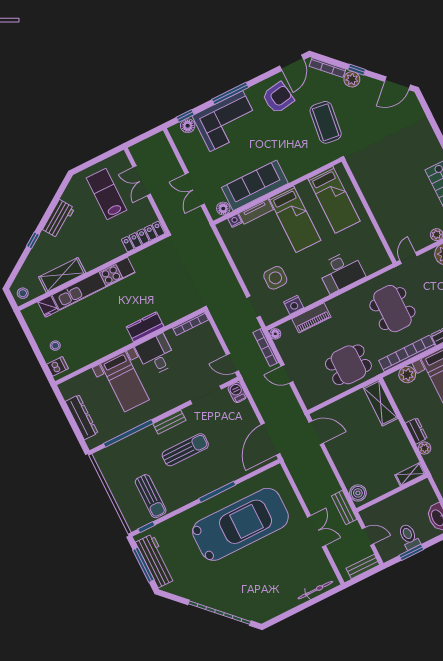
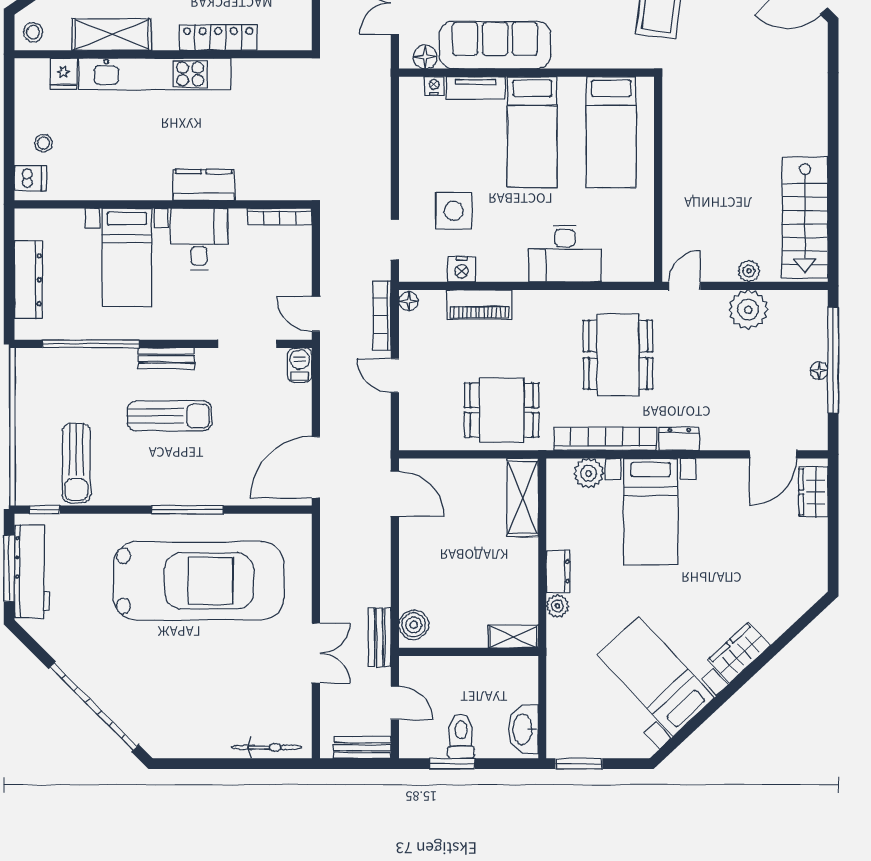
locker: (143, 236) -> (218, 37), moved

